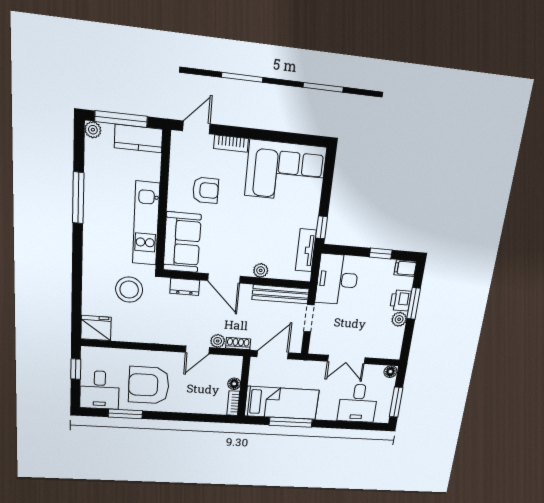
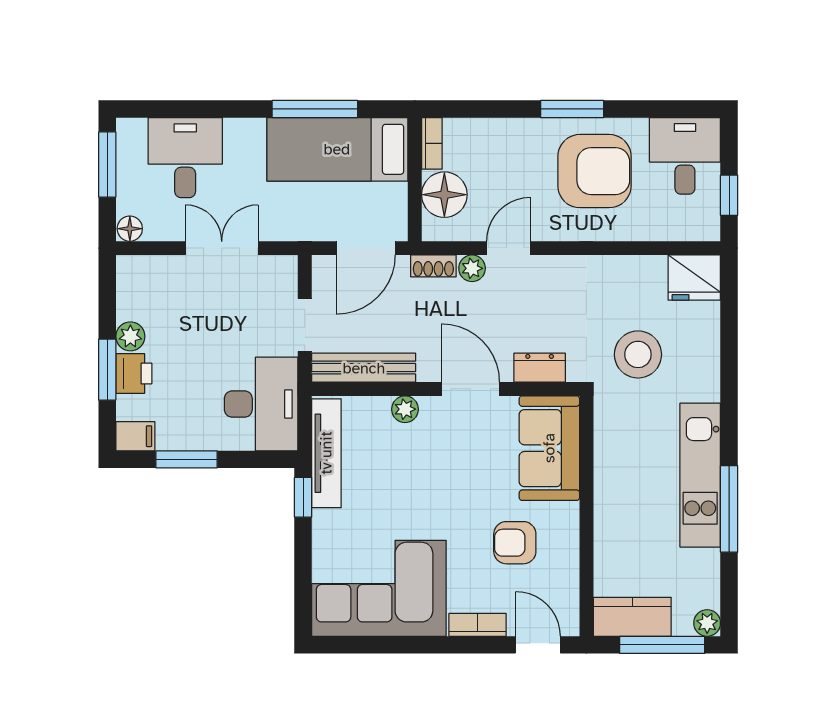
door: (196, 127) -> (538, 645), swing flipped
kitchen unit: (146, 224) -> (700, 475), moved, turned 180
tv unit: (306, 250) -> (326, 453), width x1.41
window: (381, 254) -> (187, 459), width x1.50
floor lamp: (234, 384) -> (444, 195), width x1.89, depth x1.89
window: (125, 414) -> (572, 109), moved

